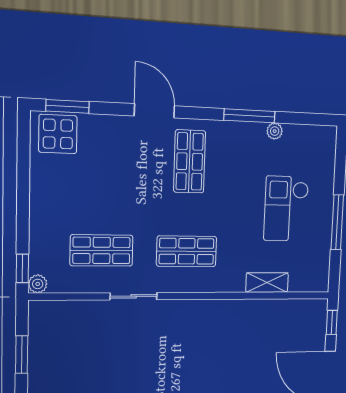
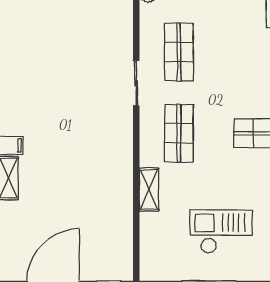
shelving: (267, 283) -> (149, 190), moved

